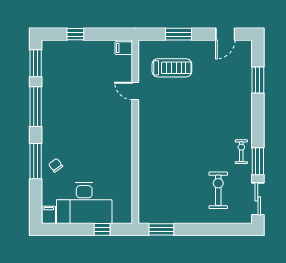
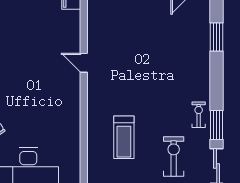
treadmill: (172, 68) -> (124, 137), moved, turned 90
door: (135, 91) -> (84, 63), moved

